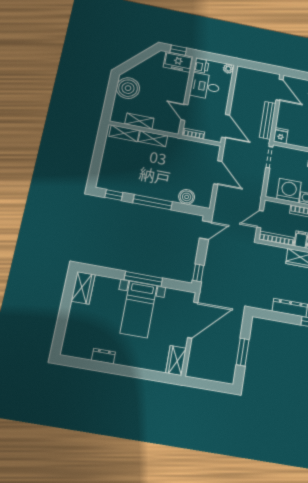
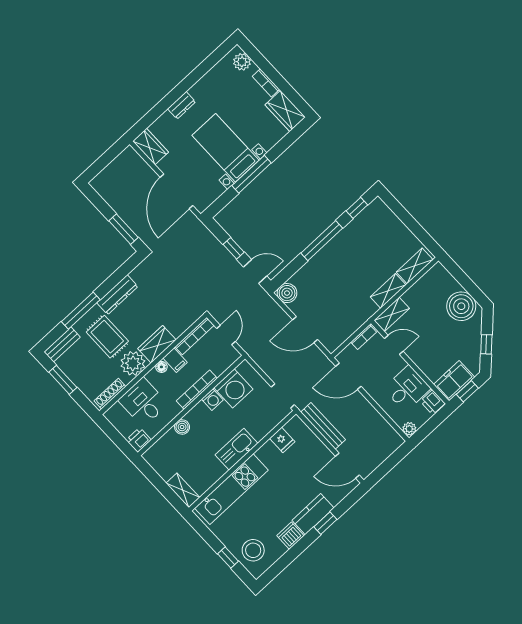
window: (140, 58) -> (486, 344), added
shelving: (139, 121) -> (392, 314), moved
fridge: (281, 136) -> (282, 440), moved
boiler: (187, 197) -> (287, 293), moved
door: (205, 230) -> (255, 271), swing flipped
window: (198, 273) -> (234, 248), moved
bookcase: (73, 315) -> (266, 83), added
plant: (70, 342) -> (242, 62), added
window: (243, 352) -> (123, 229), moved
dresser: (103, 356) -> (182, 105), moved

